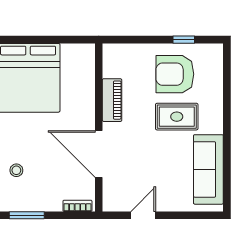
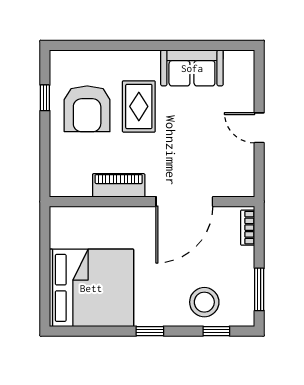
sofa: (208, 169) -> (192, 68), width x0.73
stool: (16, 170) -> (204, 302), width x1.89, depth x1.89
door: (143, 215) -> (259, 128), moved

